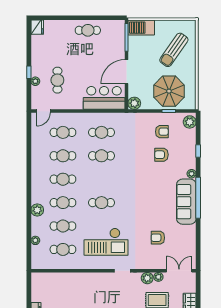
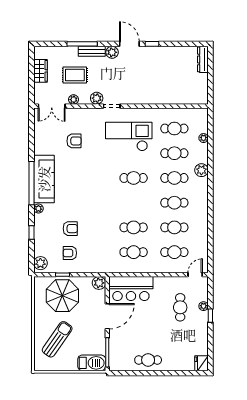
plant: (147, 278) -> (97, 98), moved

